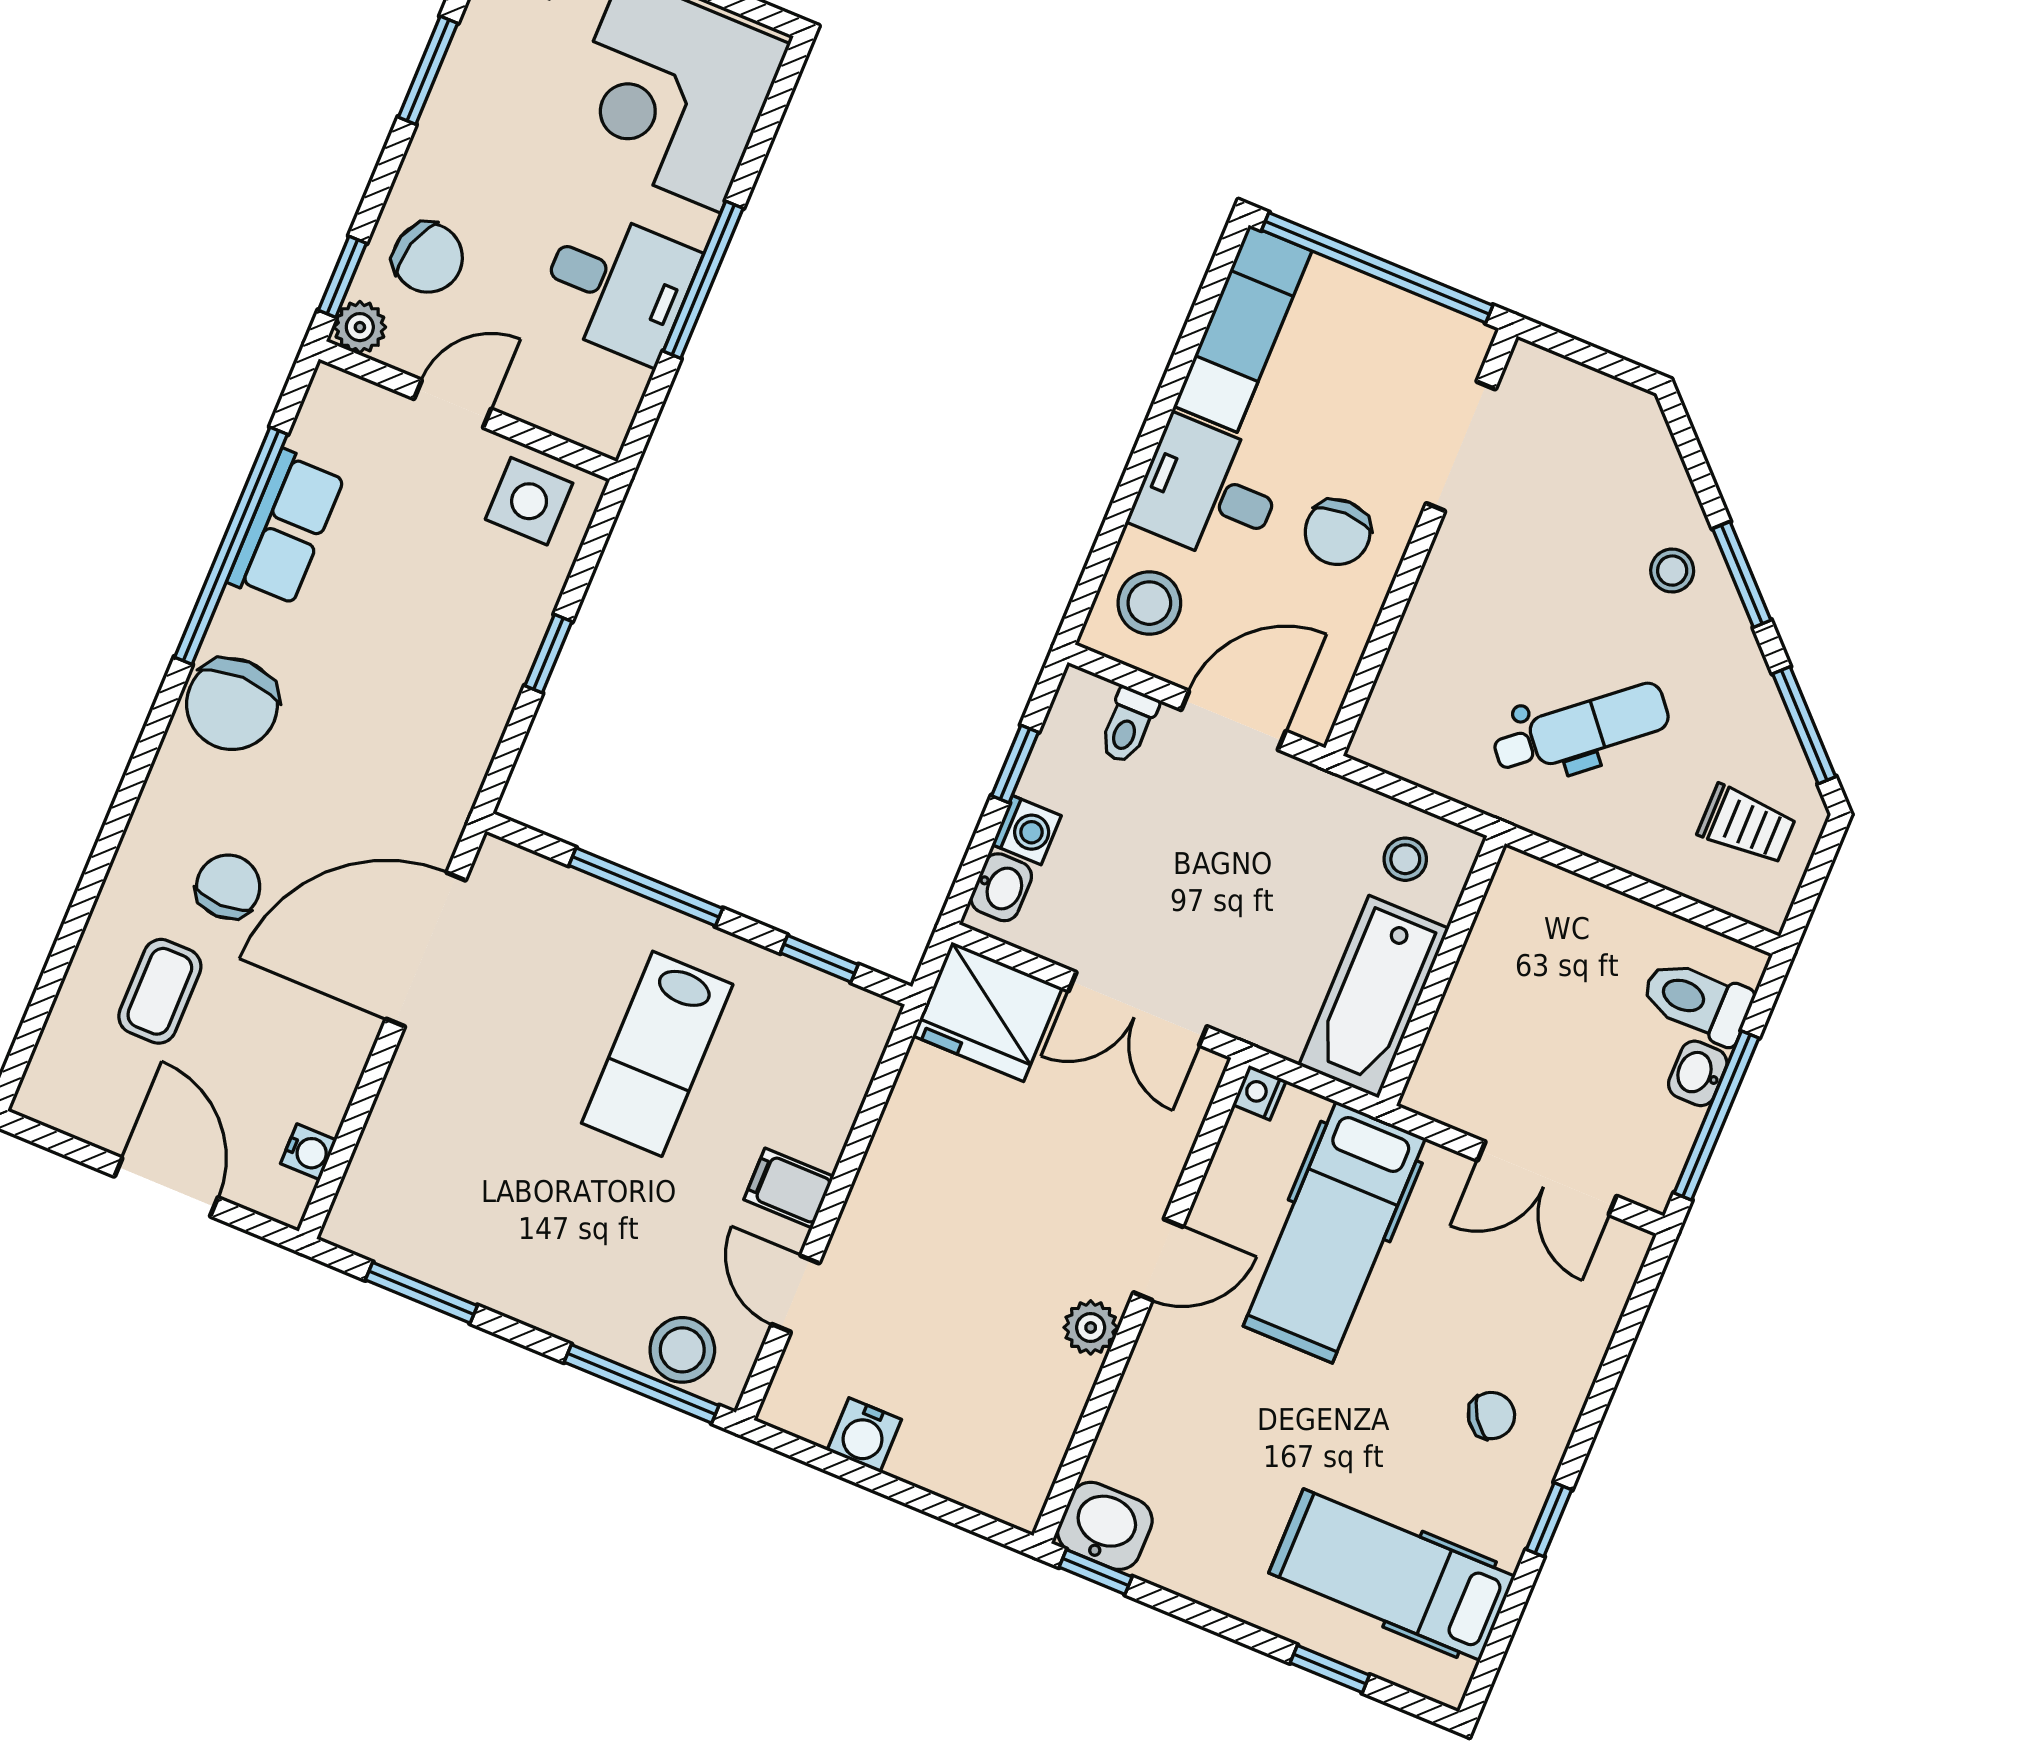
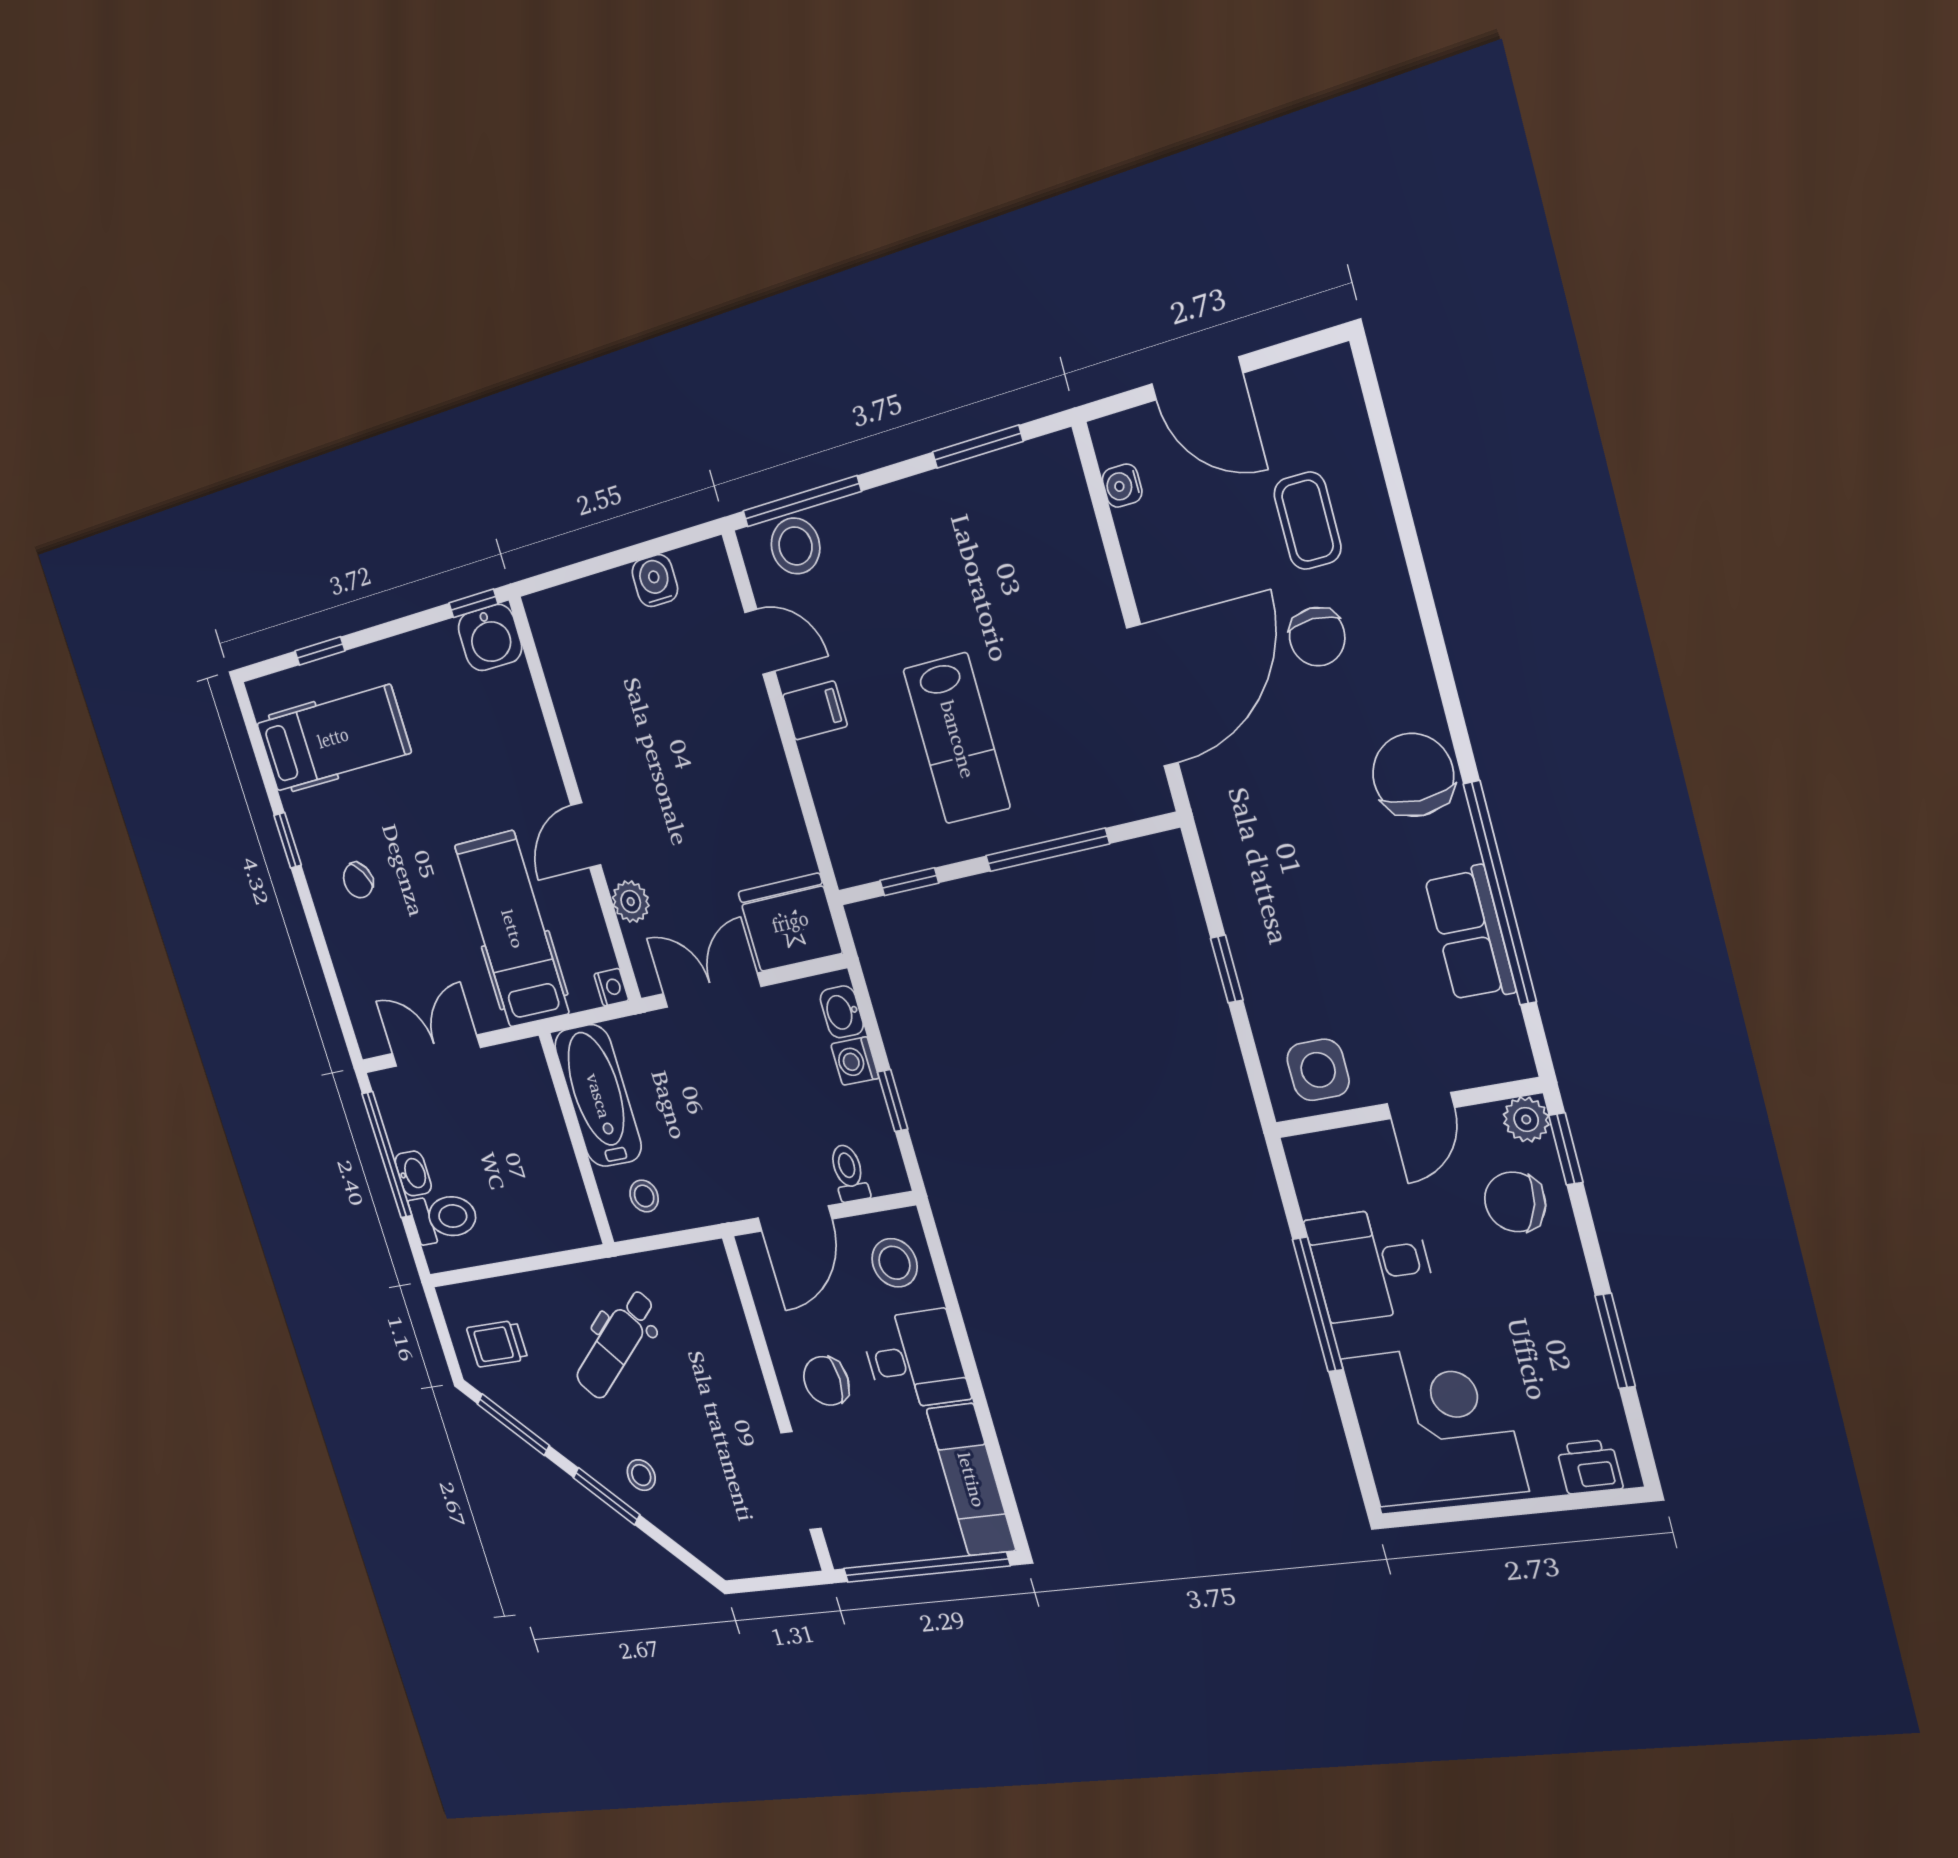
chair: (1338, 532) -> (826, 1381), turned -90
lab bench: (657, 1054) -> (957, 739), turned 180
plant: (1091, 1327) -> (631, 902), moved

